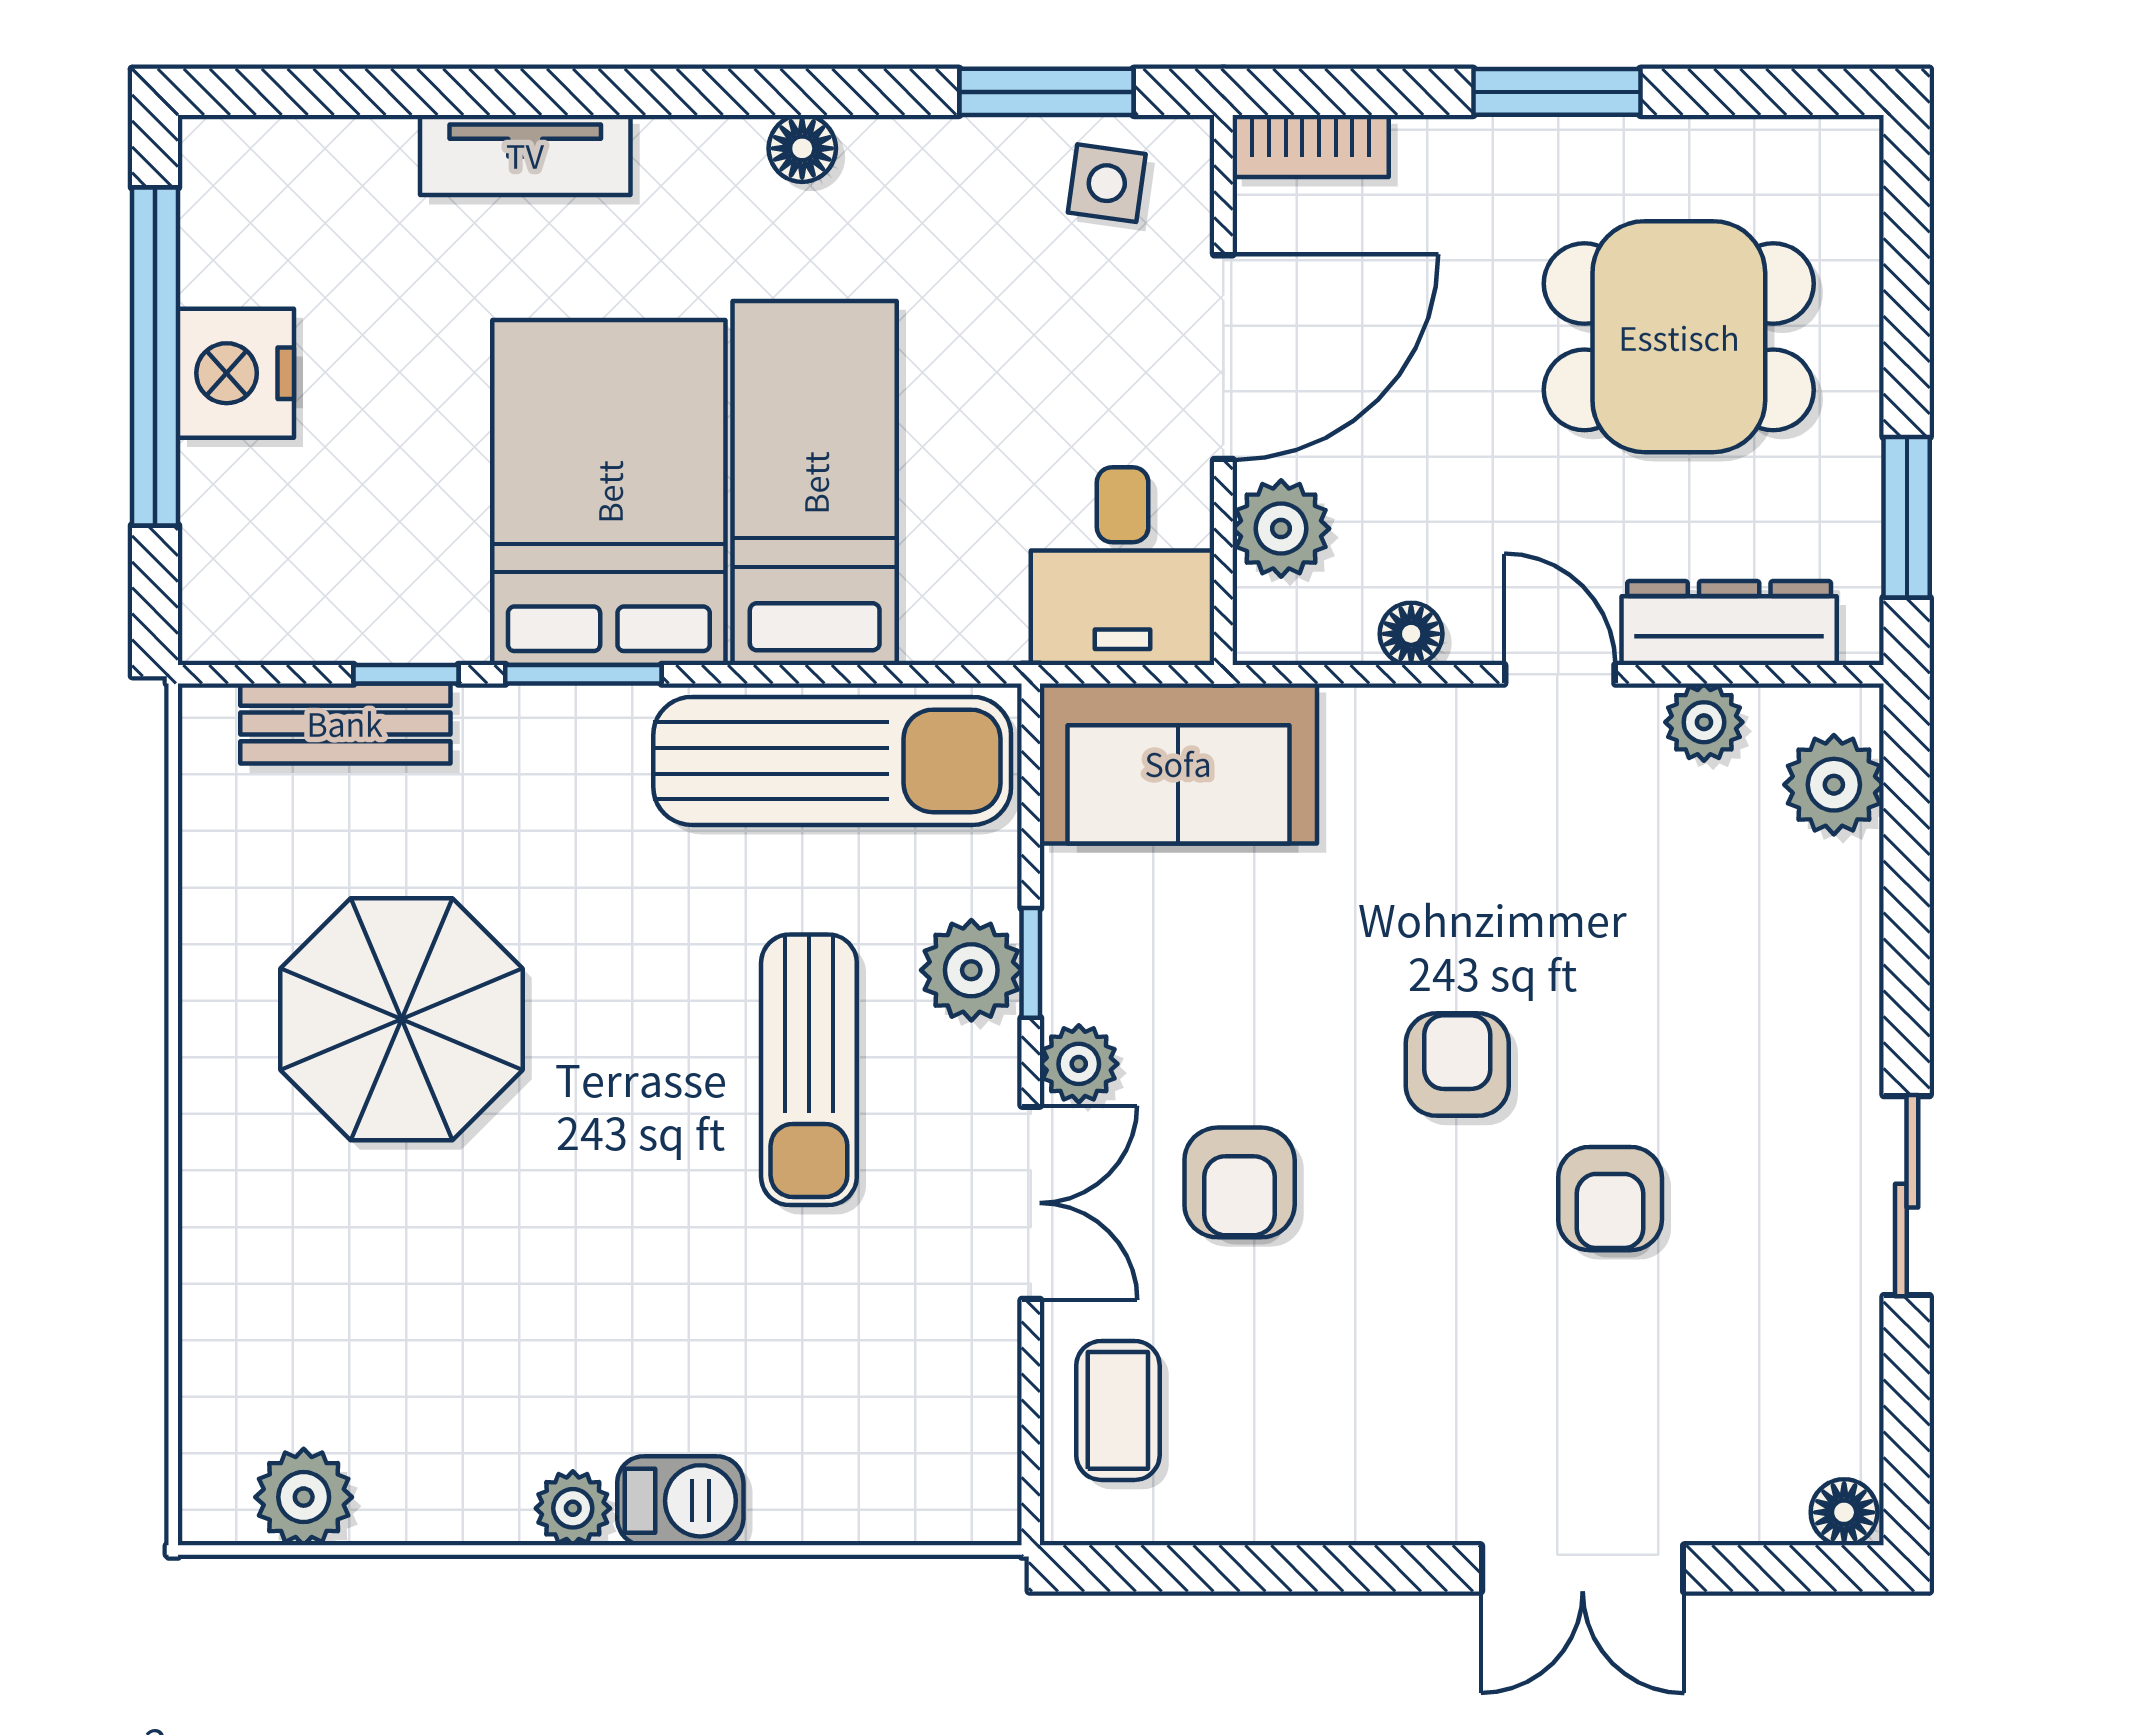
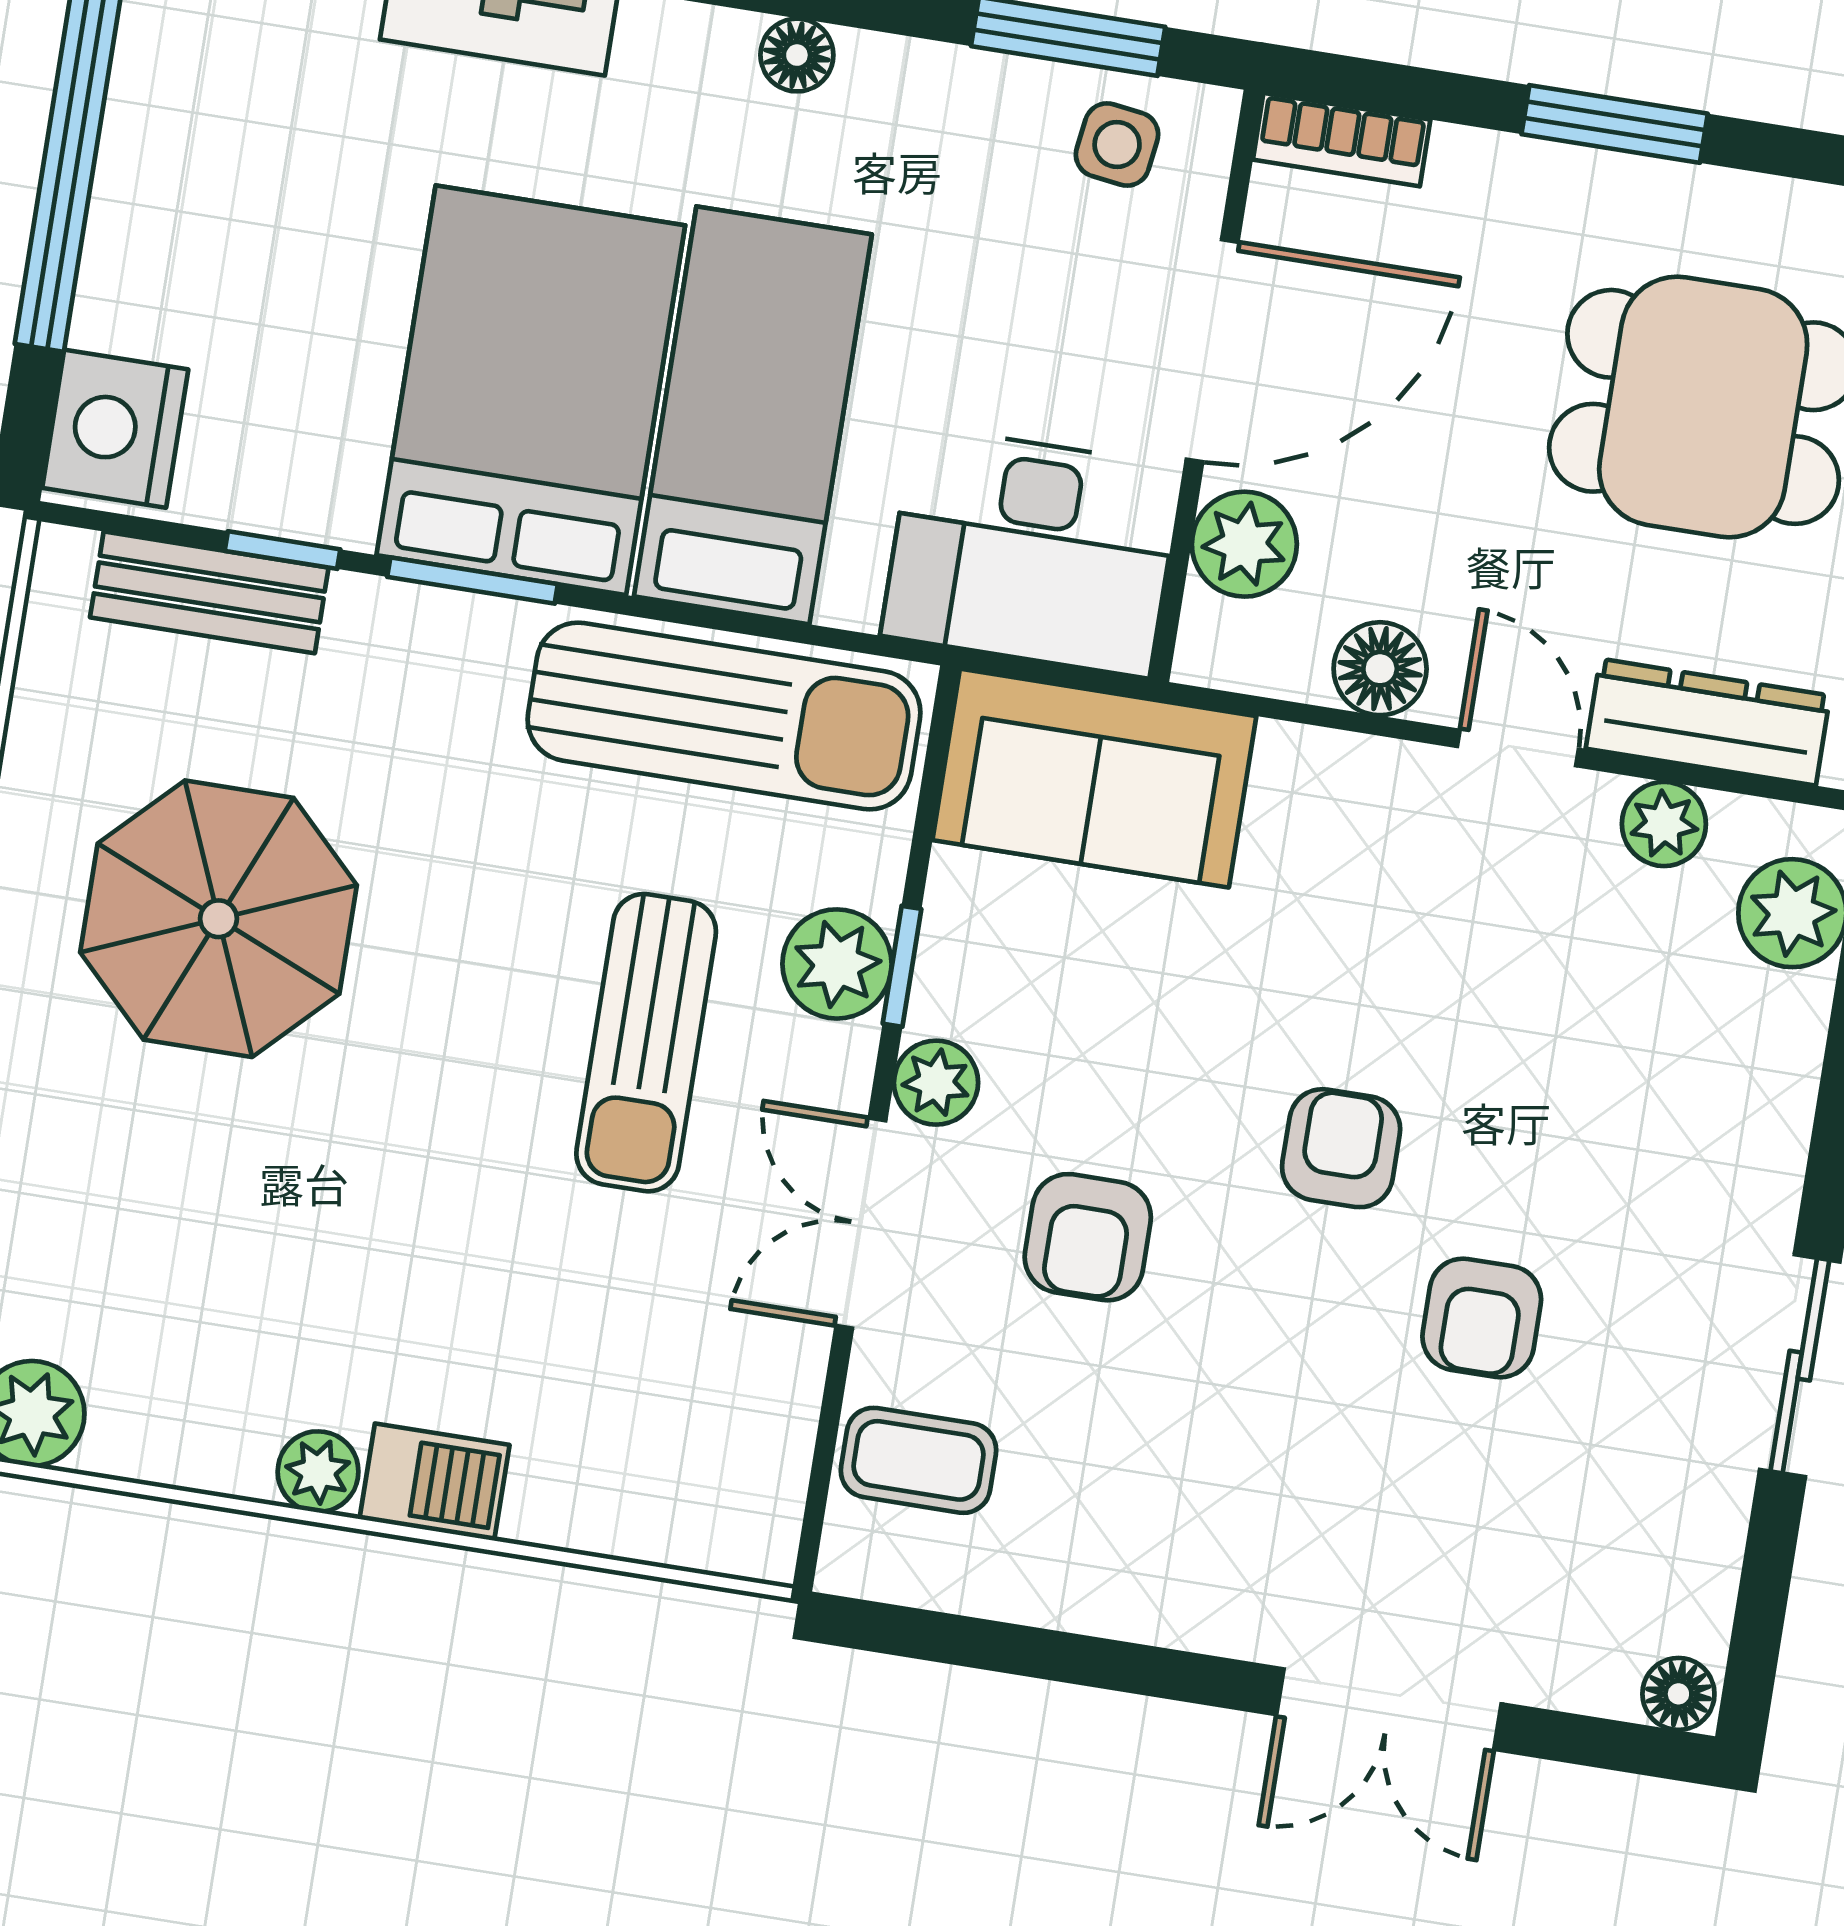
nightstand: (236, 373) -> (115, 429), moved
desk: (1123, 566) -> (1032, 551), width x1.37
floor lamp: (1411, 634) -> (1380, 669), width x1.37, depth x1.37
double door: (1031, 1203) -> (861, 1223), swing flipped
coffee table: (1118, 1410) -> (919, 1460), turned 90

